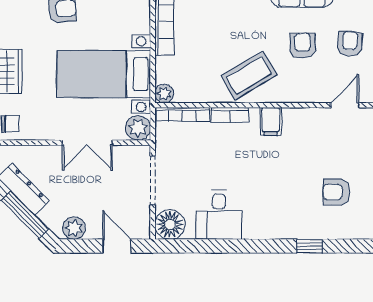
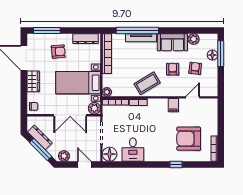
filing cabinet: (271, 122) -> (173, 105), moved
double door: (87, 143) -> (70, 115), width x1.37
armchair: (336, 192) -> (189, 139), width x1.88, depth x1.88

